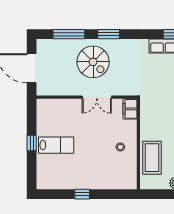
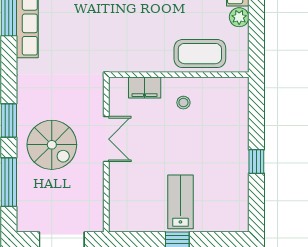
spiral stairs: (93, 62) -> (52, 145), turned 90
filing cabinet: (130, 109) -> (145, 88), moved

